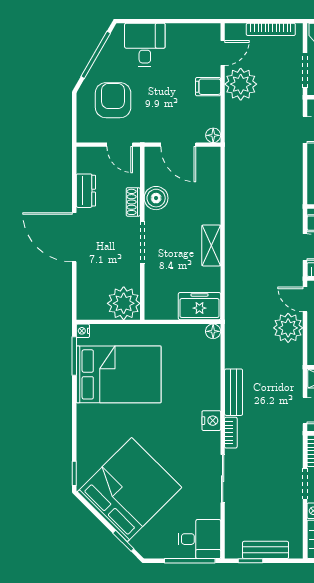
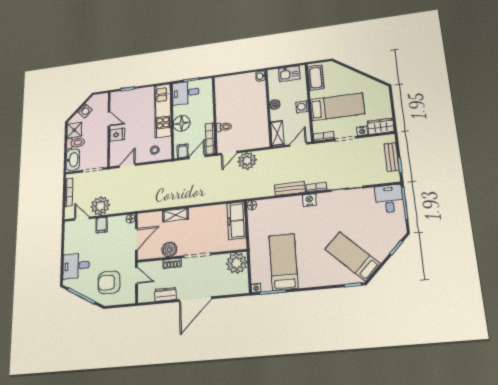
door: (120, 145) -> (136, 276), hinge flipped
shelving: (211, 245) -> (176, 215), moved
freezer: (199, 306) -> (236, 221), width x1.40
bed: (119, 374) -> (283, 262), width x0.67
bed: (129, 490) -> (352, 256), width x0.49

